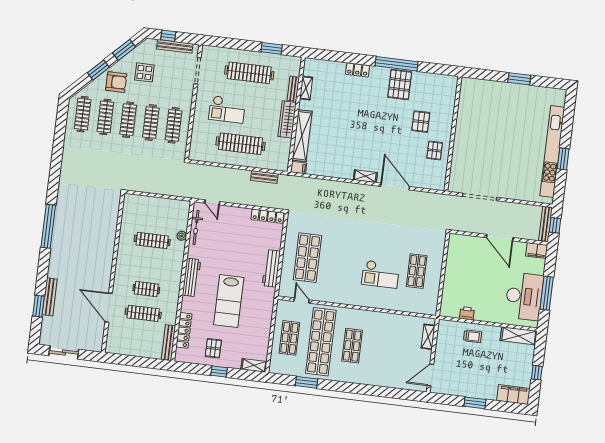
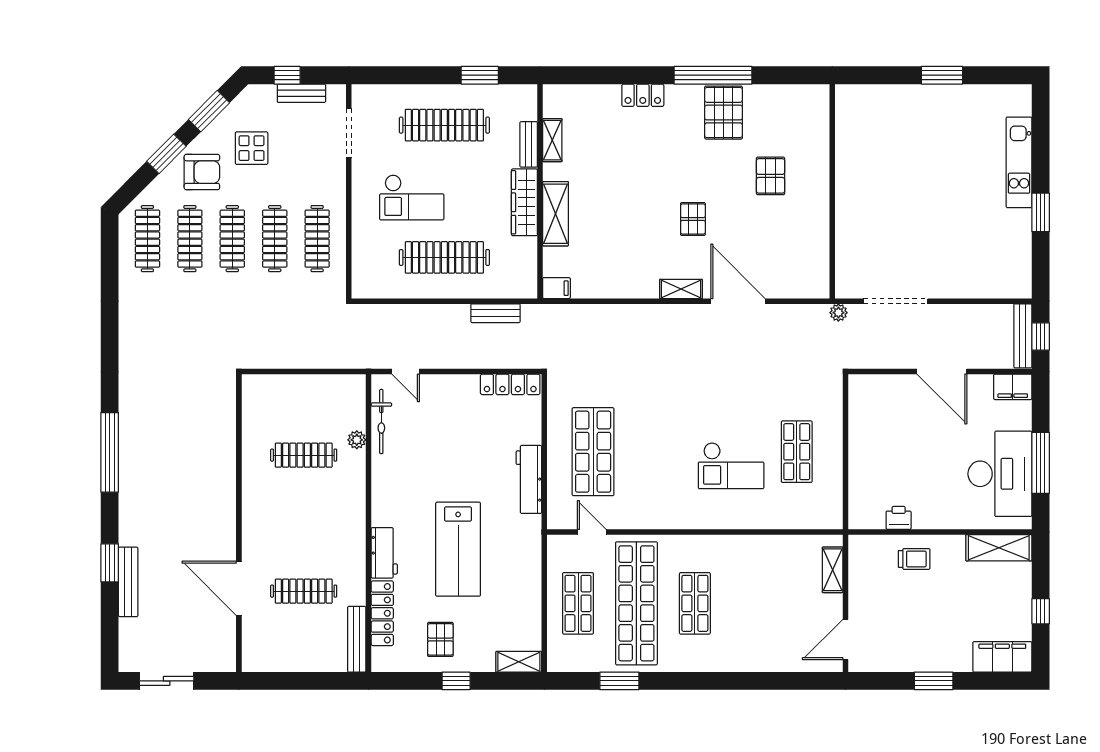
bench: (175, 46) -> (301, 93), width x0.73
shelving: (302, 136) -> (555, 214), width x0.68
pallet: (435, 150) -> (693, 219), moved
kitchen unit: (552, 151) -> (1019, 162), width x0.54
plant: (448, 199) -> (838, 313), added
workbench: (191, 277) -> (384, 553), moved, width x0.73
clothes rail: (146, 289) -> (304, 546), removed
window: (39, 306) -> (110, 563), moved

